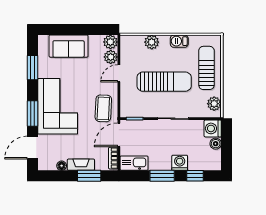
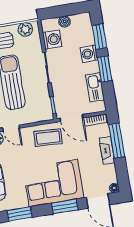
washing machine: (213, 128) -> (52, 39), moved, turned -90
kitchen sink: (134, 163) -> (95, 87), moved
floor lamp: (62, 166) -> (114, 188), moved
window: (89, 176) -> (117, 141), width x1.44
window: (195, 176) -> (99, 37), width x1.50

